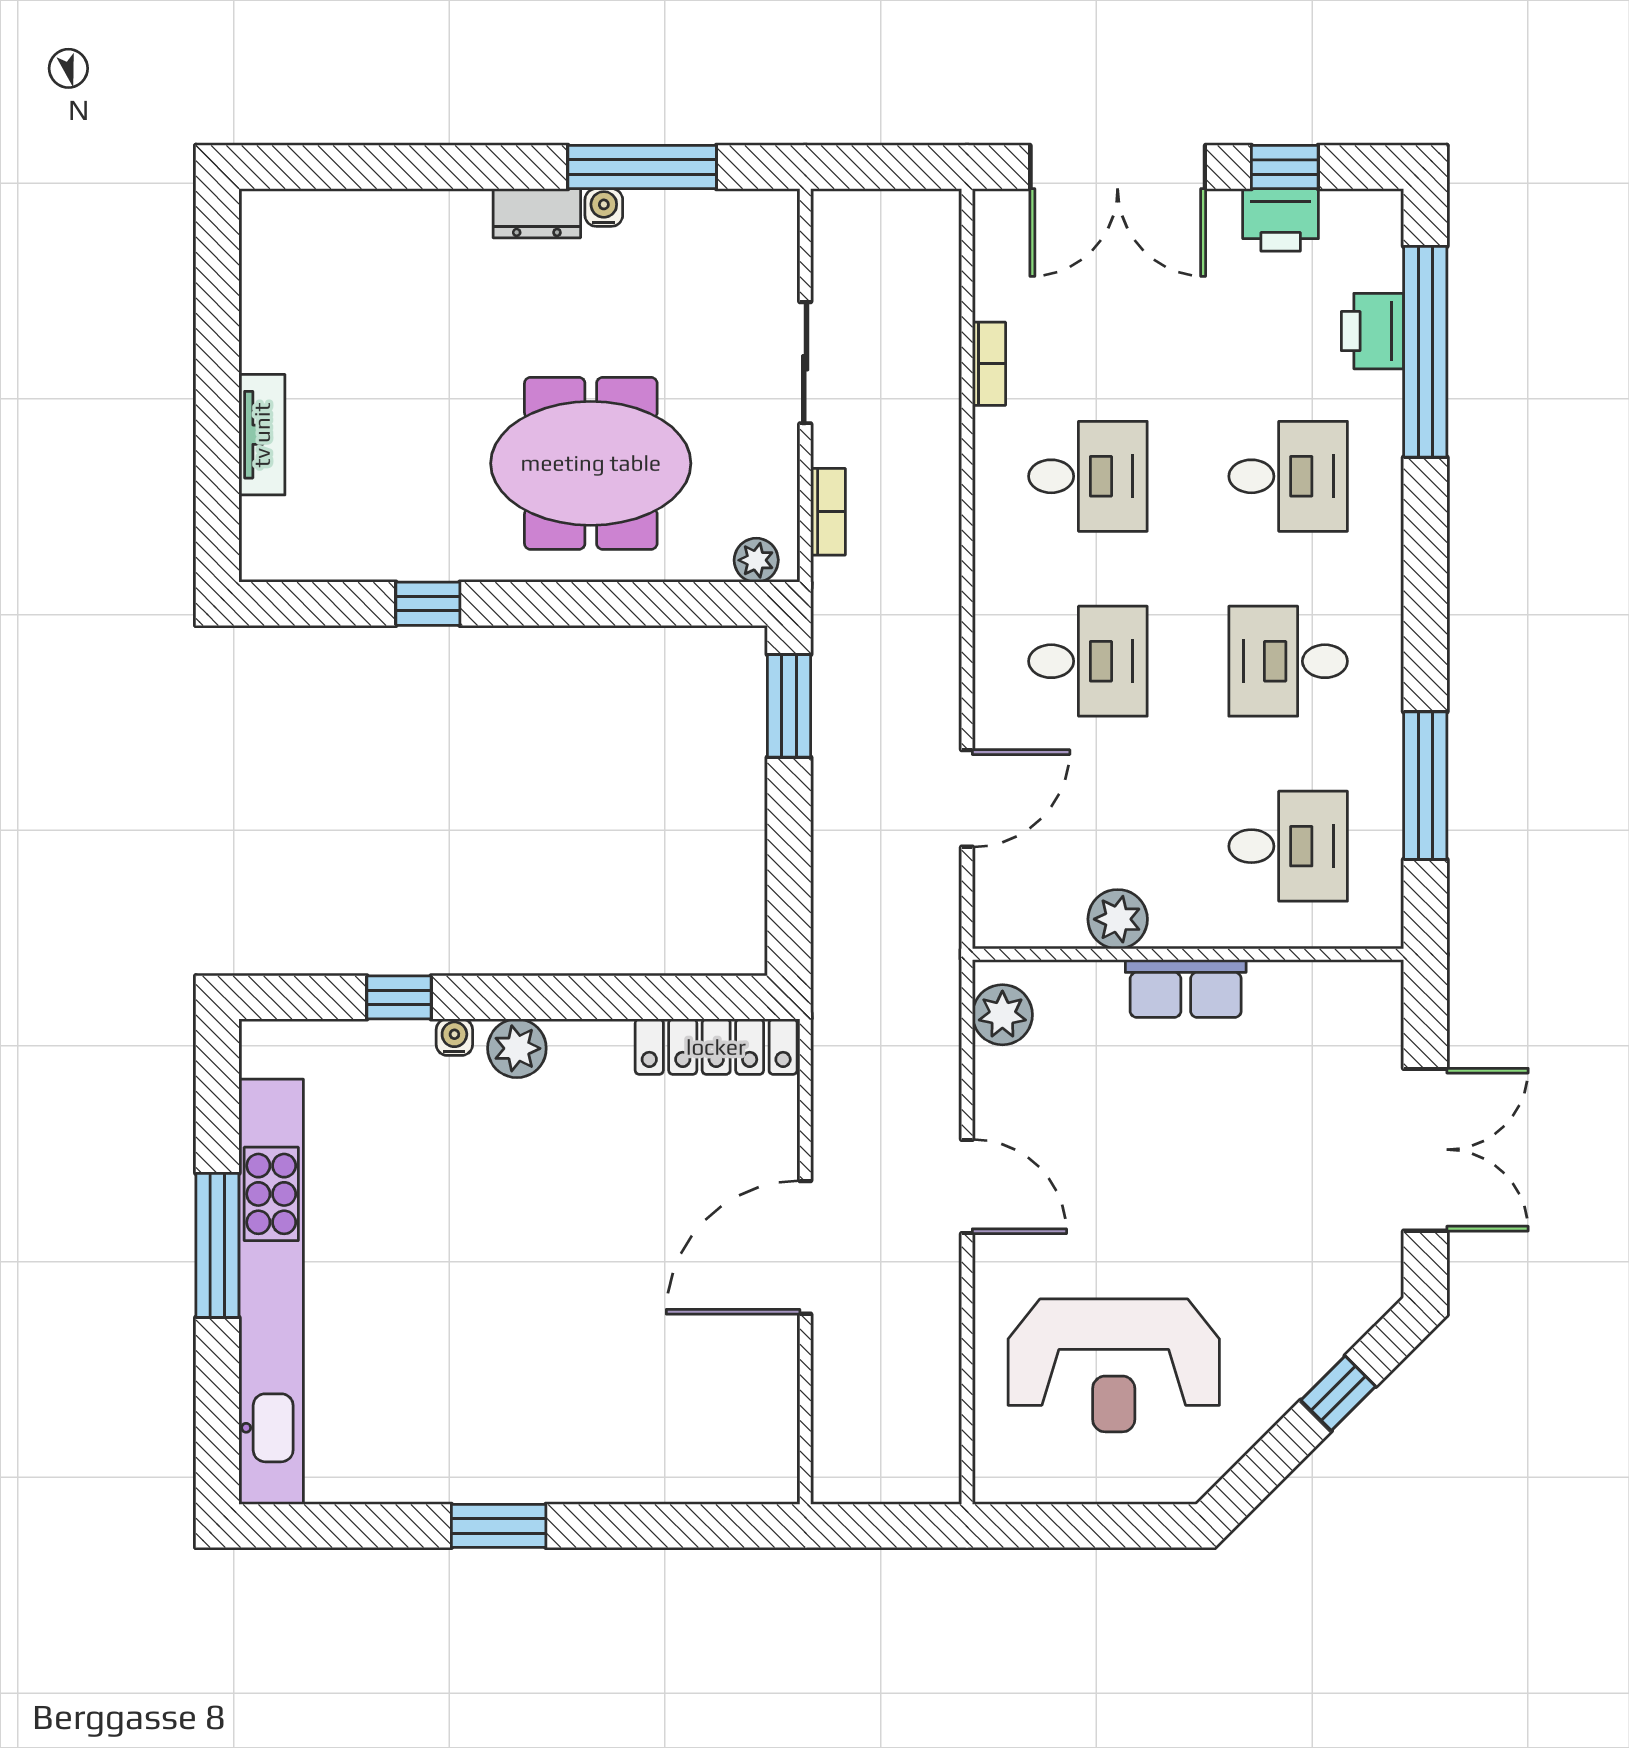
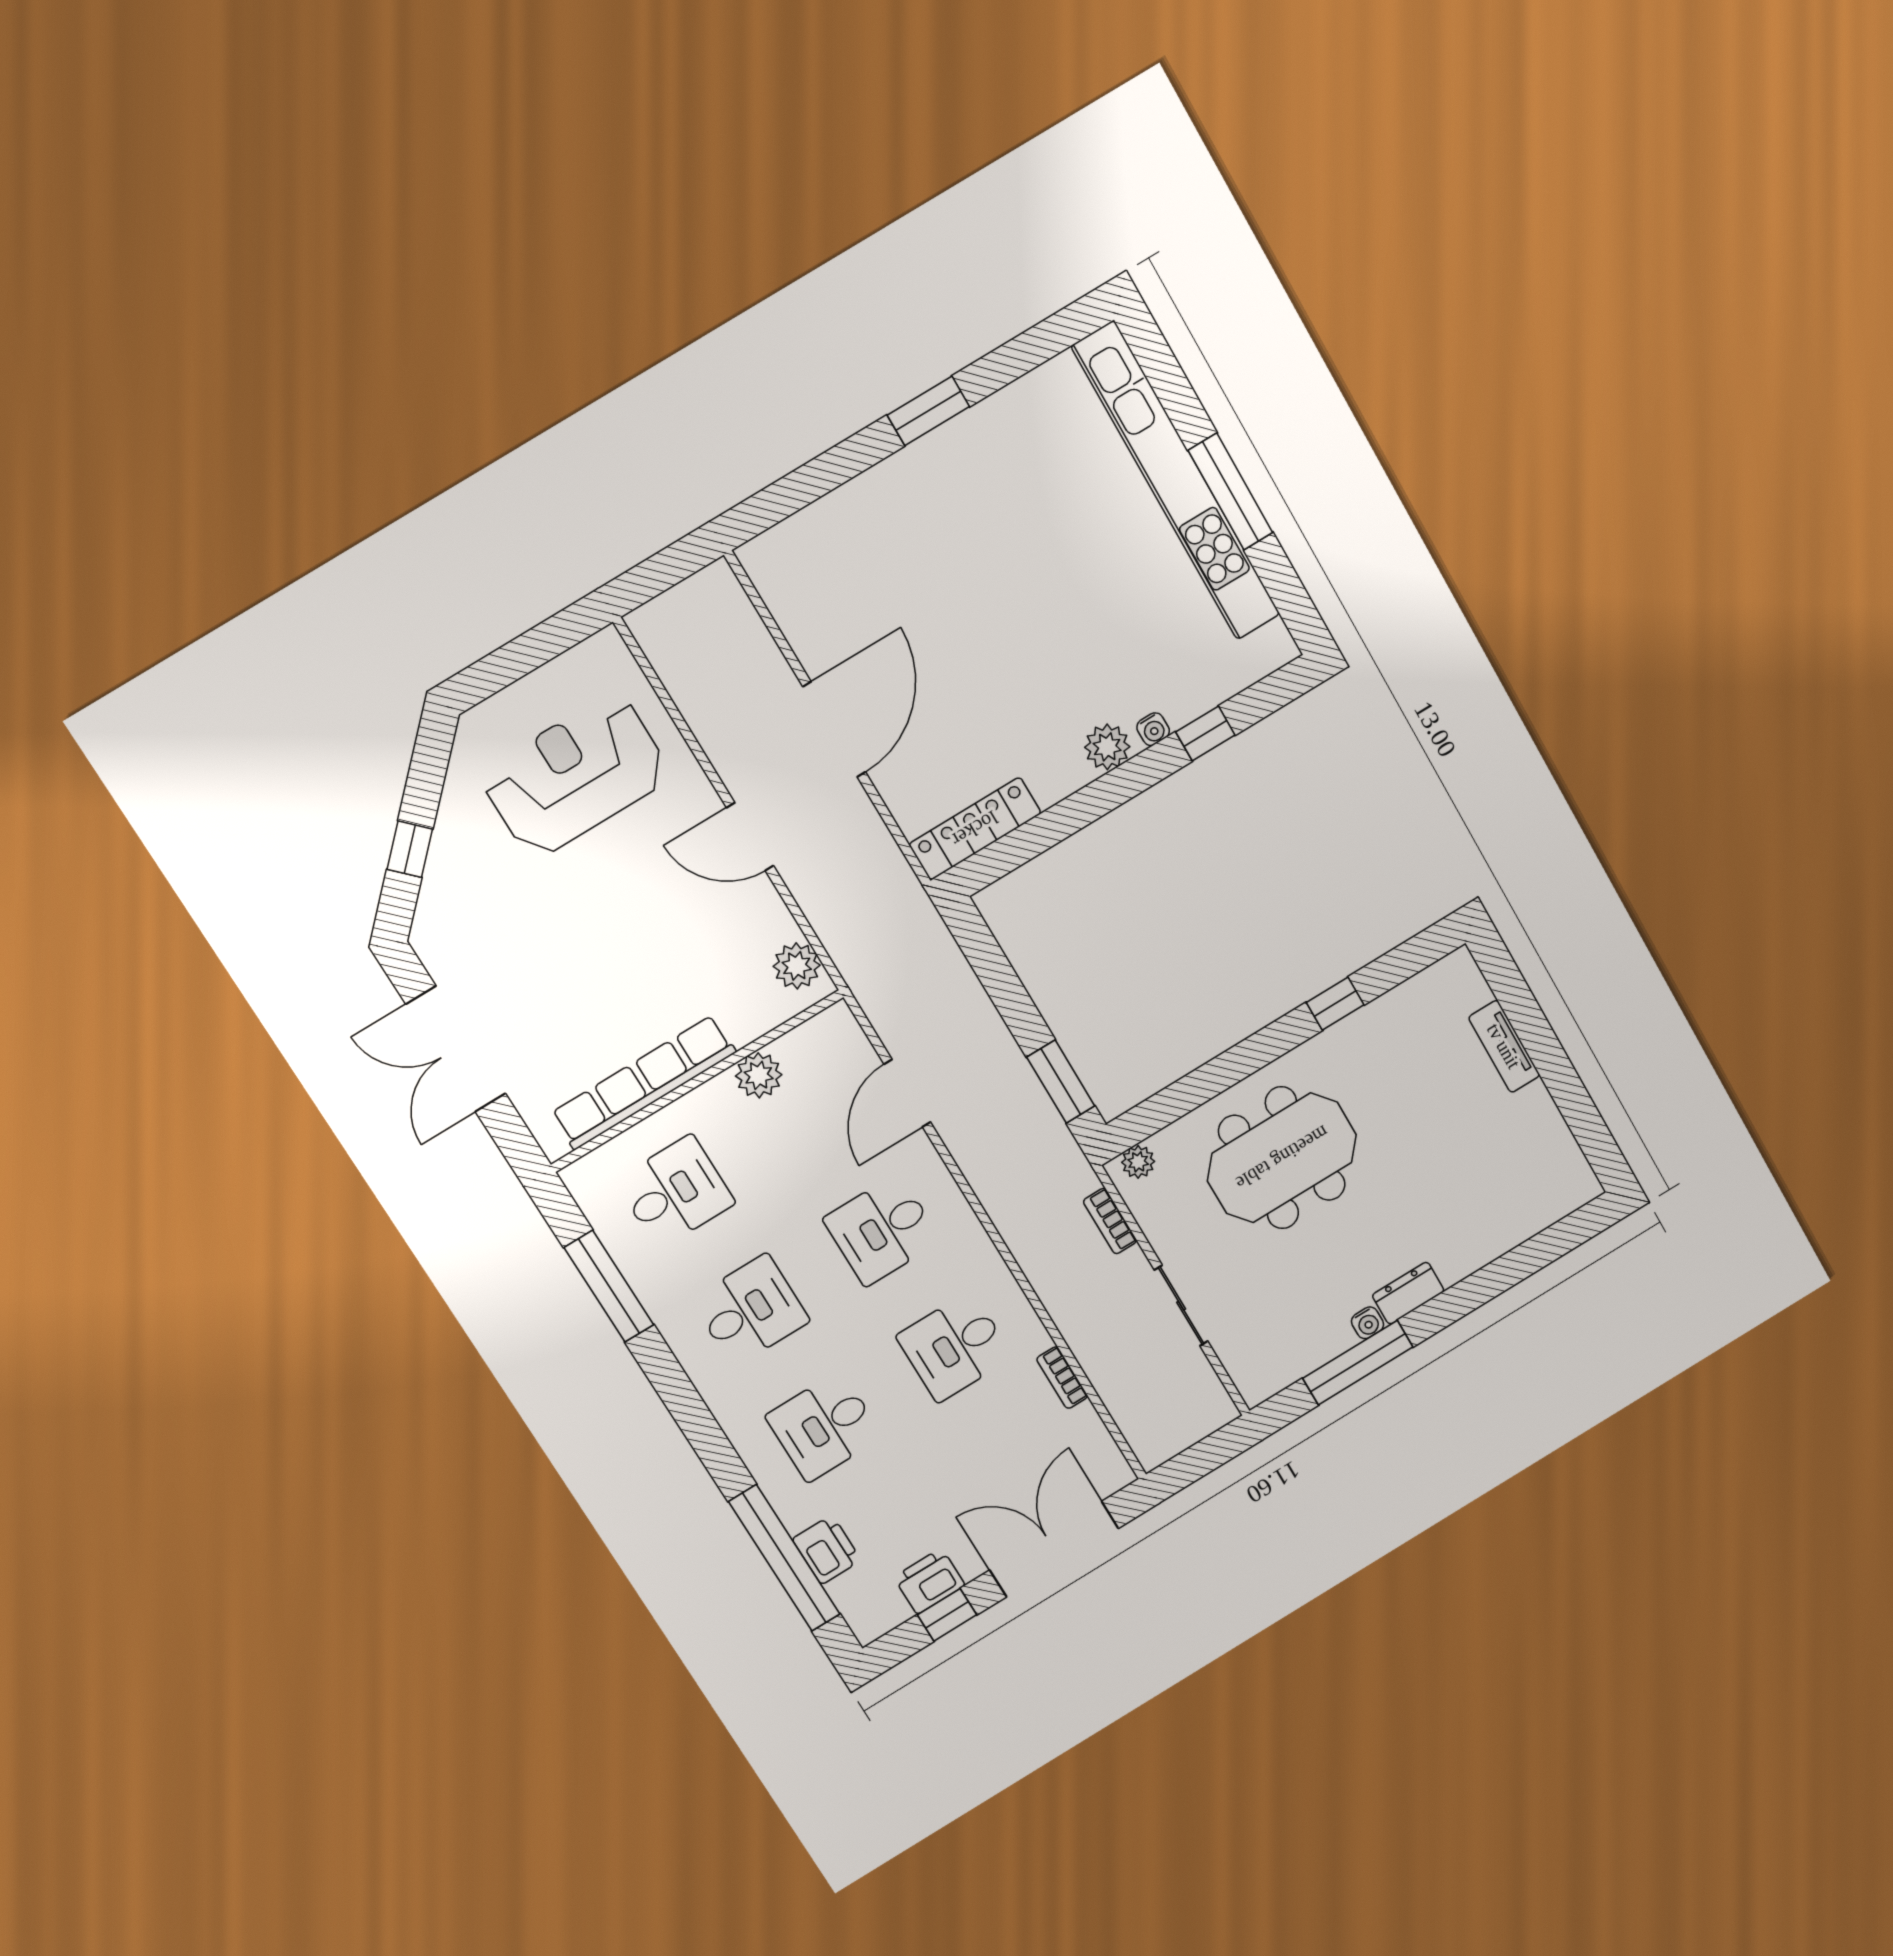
desk: (1288, 846) -> (675, 1192), turned 180
row of seats: (1186, 989) -> (644, 1082), width x2.02

